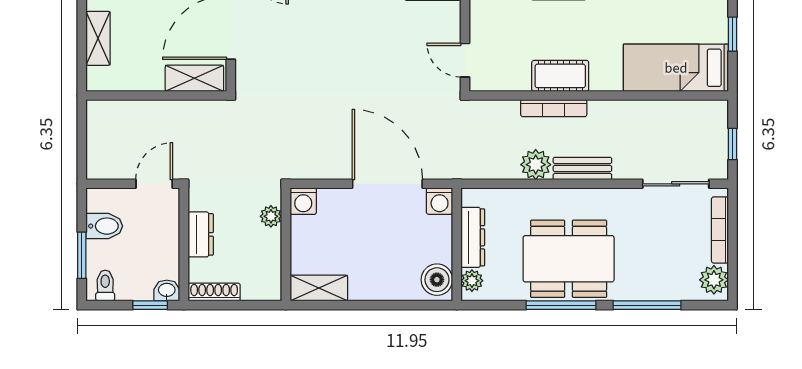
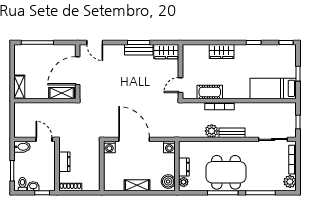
shelving: (98, 38) -> (19, 87), moved
door: (465, 60) -> (181, 85), hinge flipped
cot: (560, 76) -> (210, 92), moved
door: (154, 184) -> (44, 139), hinge flipped
door: (387, 184) -> (134, 139), moved
plant: (271, 216) -> (95, 154), removed
bidet: (104, 226) -> (22, 147), moved
dresser: (473, 237) -> (184, 167), width x0.70
shelving: (319, 288) -> (137, 185), moved
washbasin: (167, 291) -> (33, 186), moved

